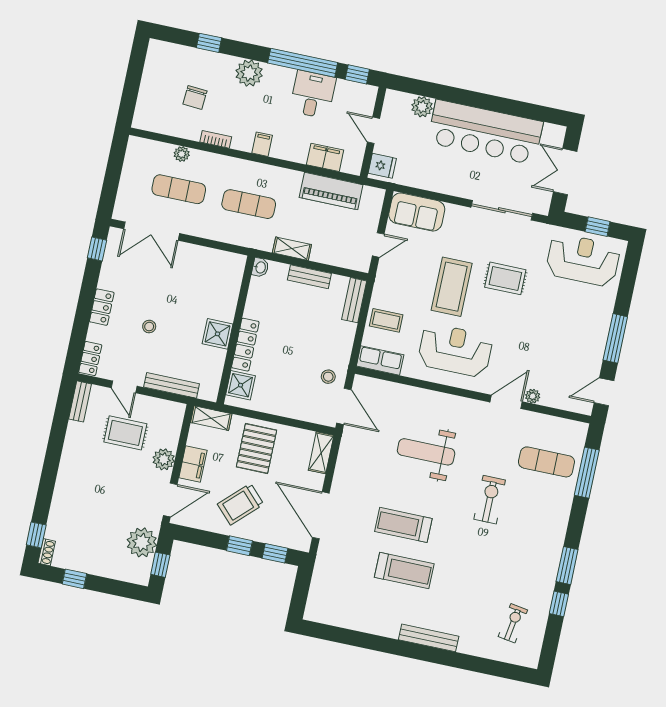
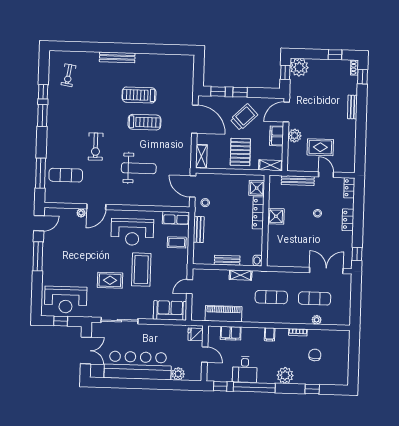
bench: (354, 300) -> (199, 229), moved
bench: (80, 401) -> (352, 107), moved
plant: (142, 542) -> (299, 67), moved

